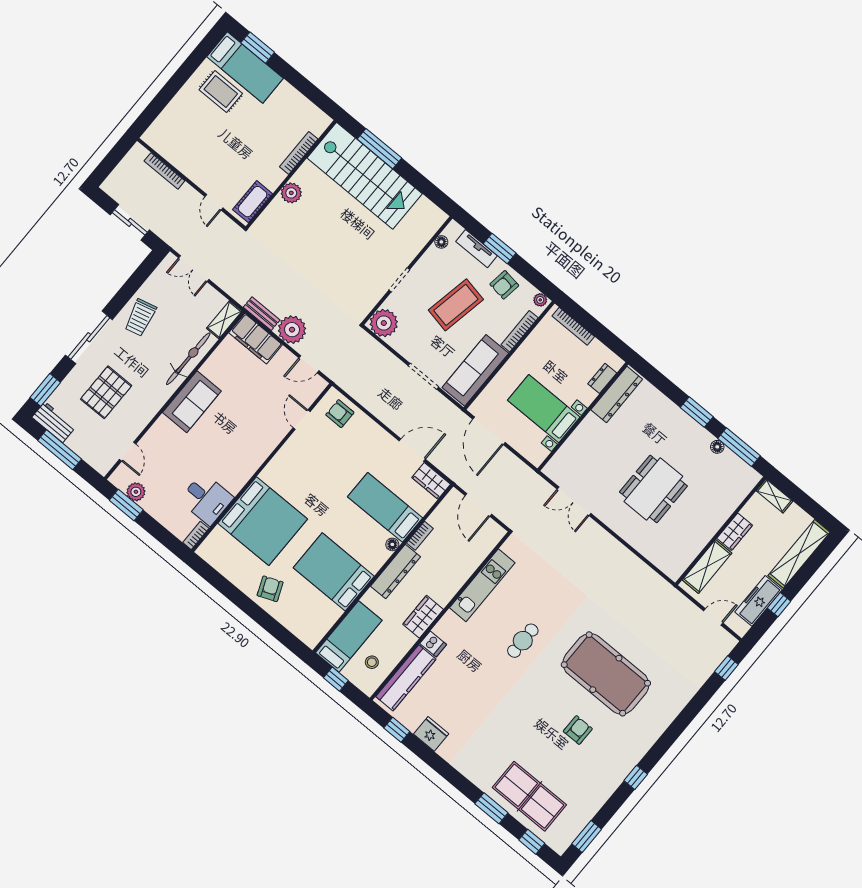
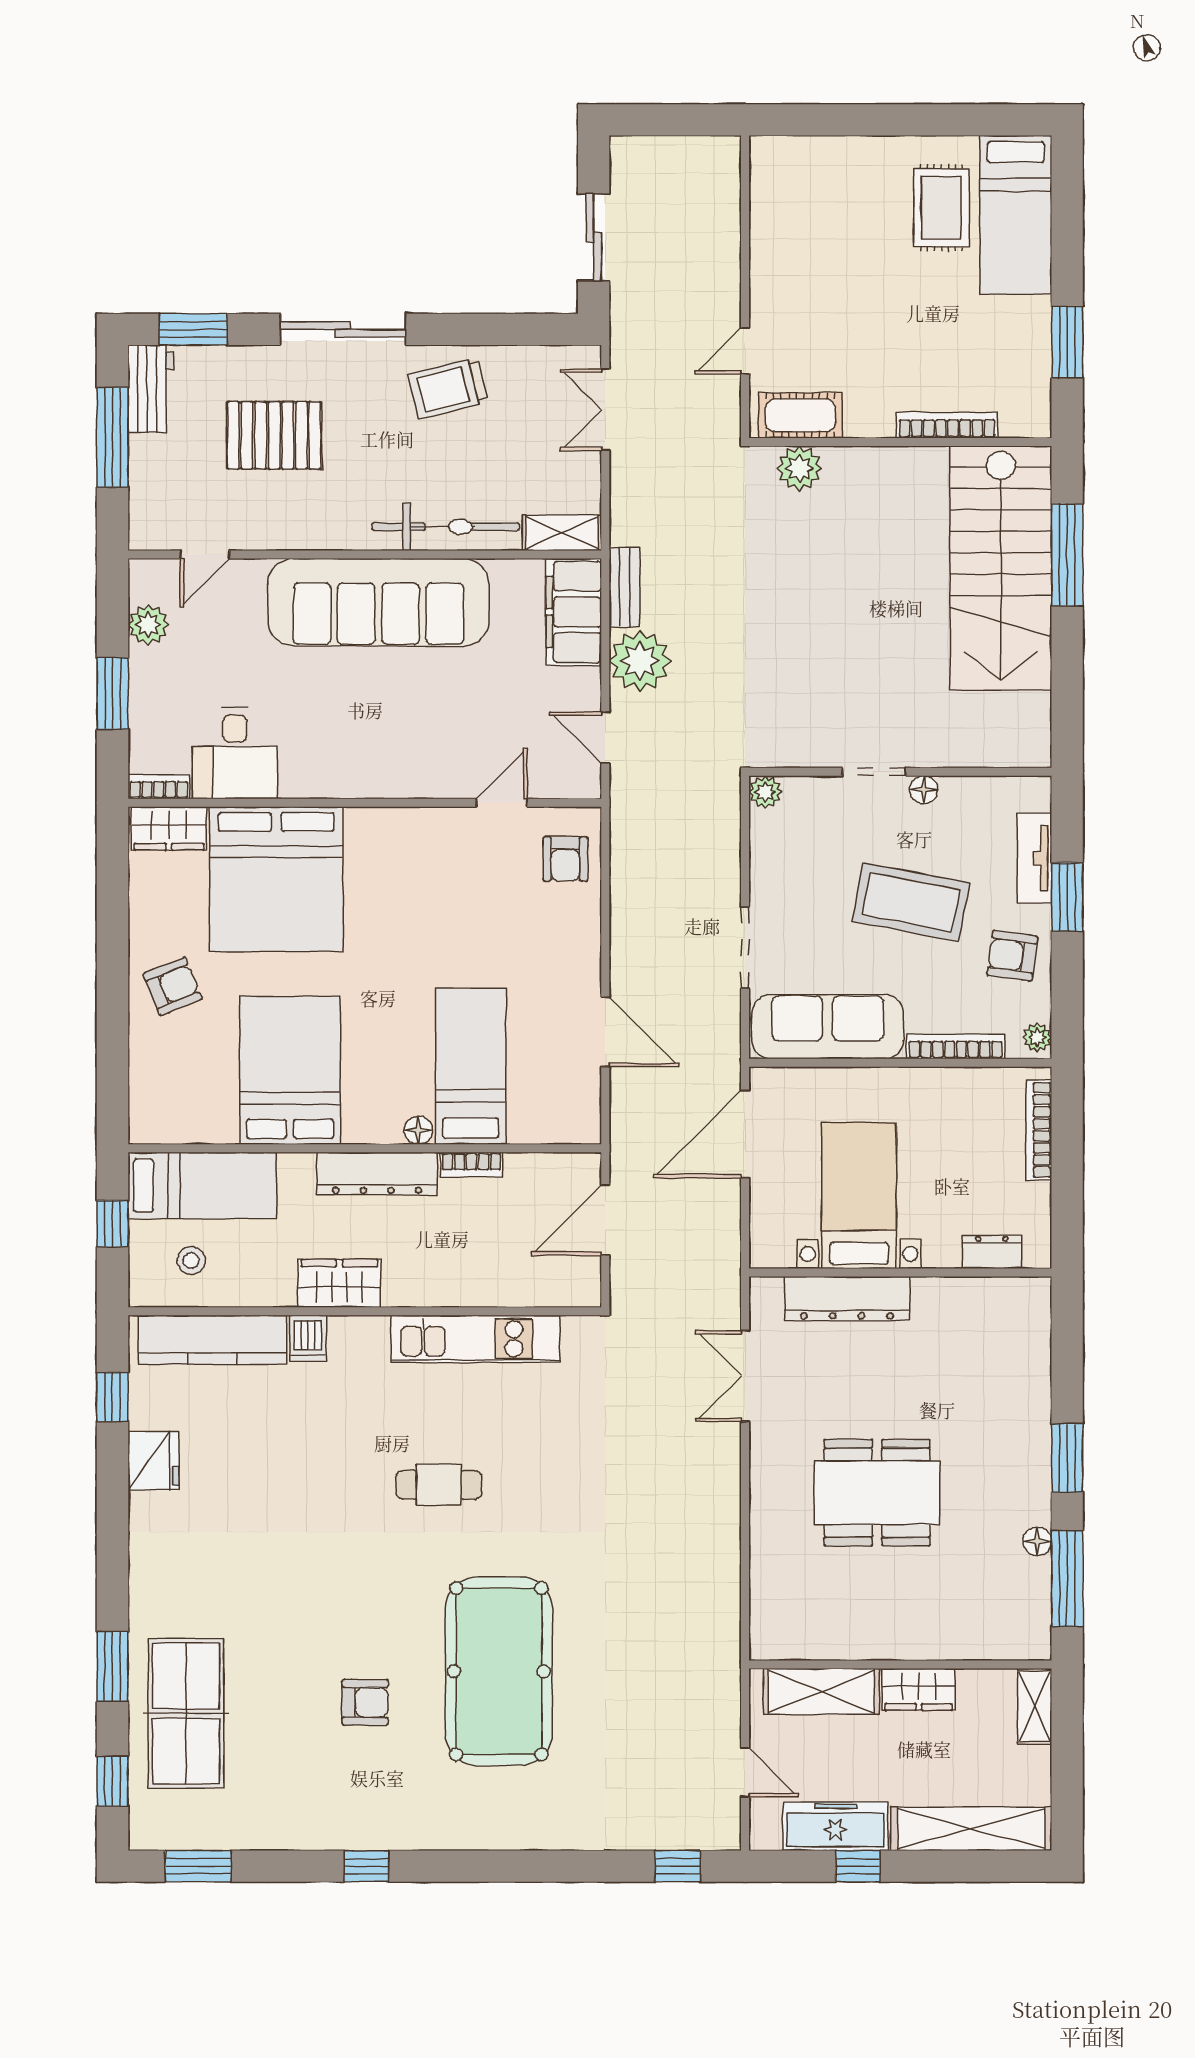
window: (258, 48) -> (1067, 342), moved
bookcase: (164, 171) -> (729, 224), removed
plant: (291, 193) -> (799, 468), moved
floor lamp: (441, 242) -> (924, 790), moved
plant: (384, 323) -> (765, 792), width x0.53, depth x0.53
dresser: (617, 395) -> (847, 1299), moved
sofa: (192, 402) -> (378, 602), width x1.85, depth x1.27
armchair: (340, 414) -> (565, 859), turned 180
wardrobe: (431, 481) -> (169, 828), moved, turned -90
window: (126, 505) -> (112, 693), moved

